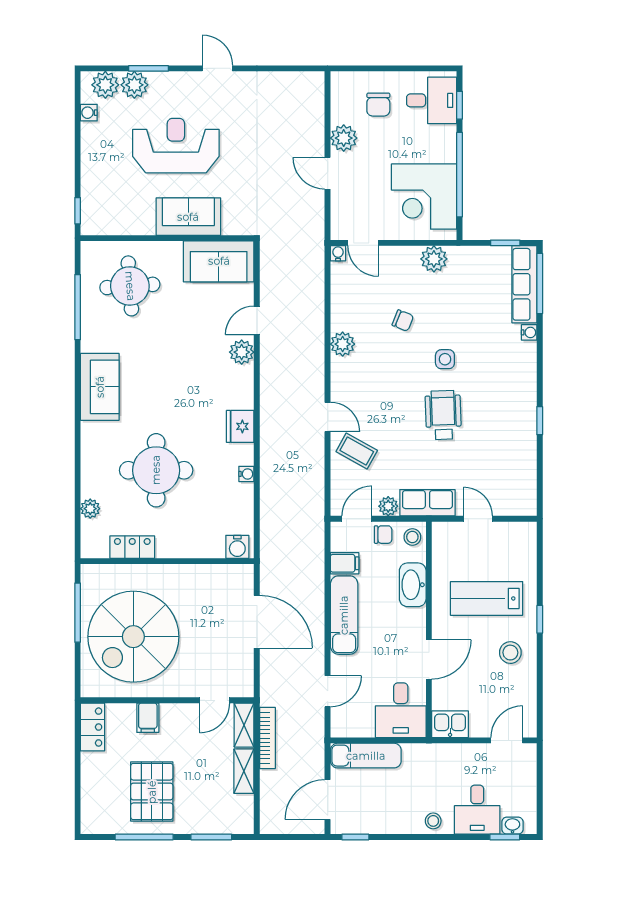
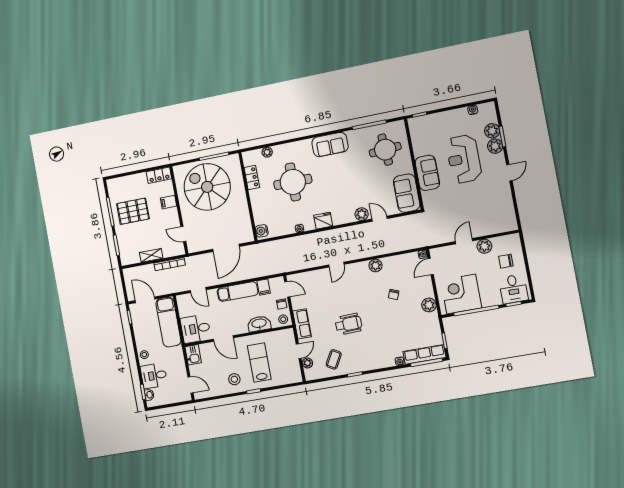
plant: (105, 85) -> (495, 146), moved
reception desk: (176, 146) -> (464, 159), turned 180
side table: (445, 359) -> (378, 320), removed
coffee table: (357, 451) -> (334, 359), moved
plant: (388, 506) -> (307, 363), moved
shelving: (244, 725) -> (174, 251), removed
exam couch: (366, 756) -> (168, 322), width x1.36, depth x1.45

